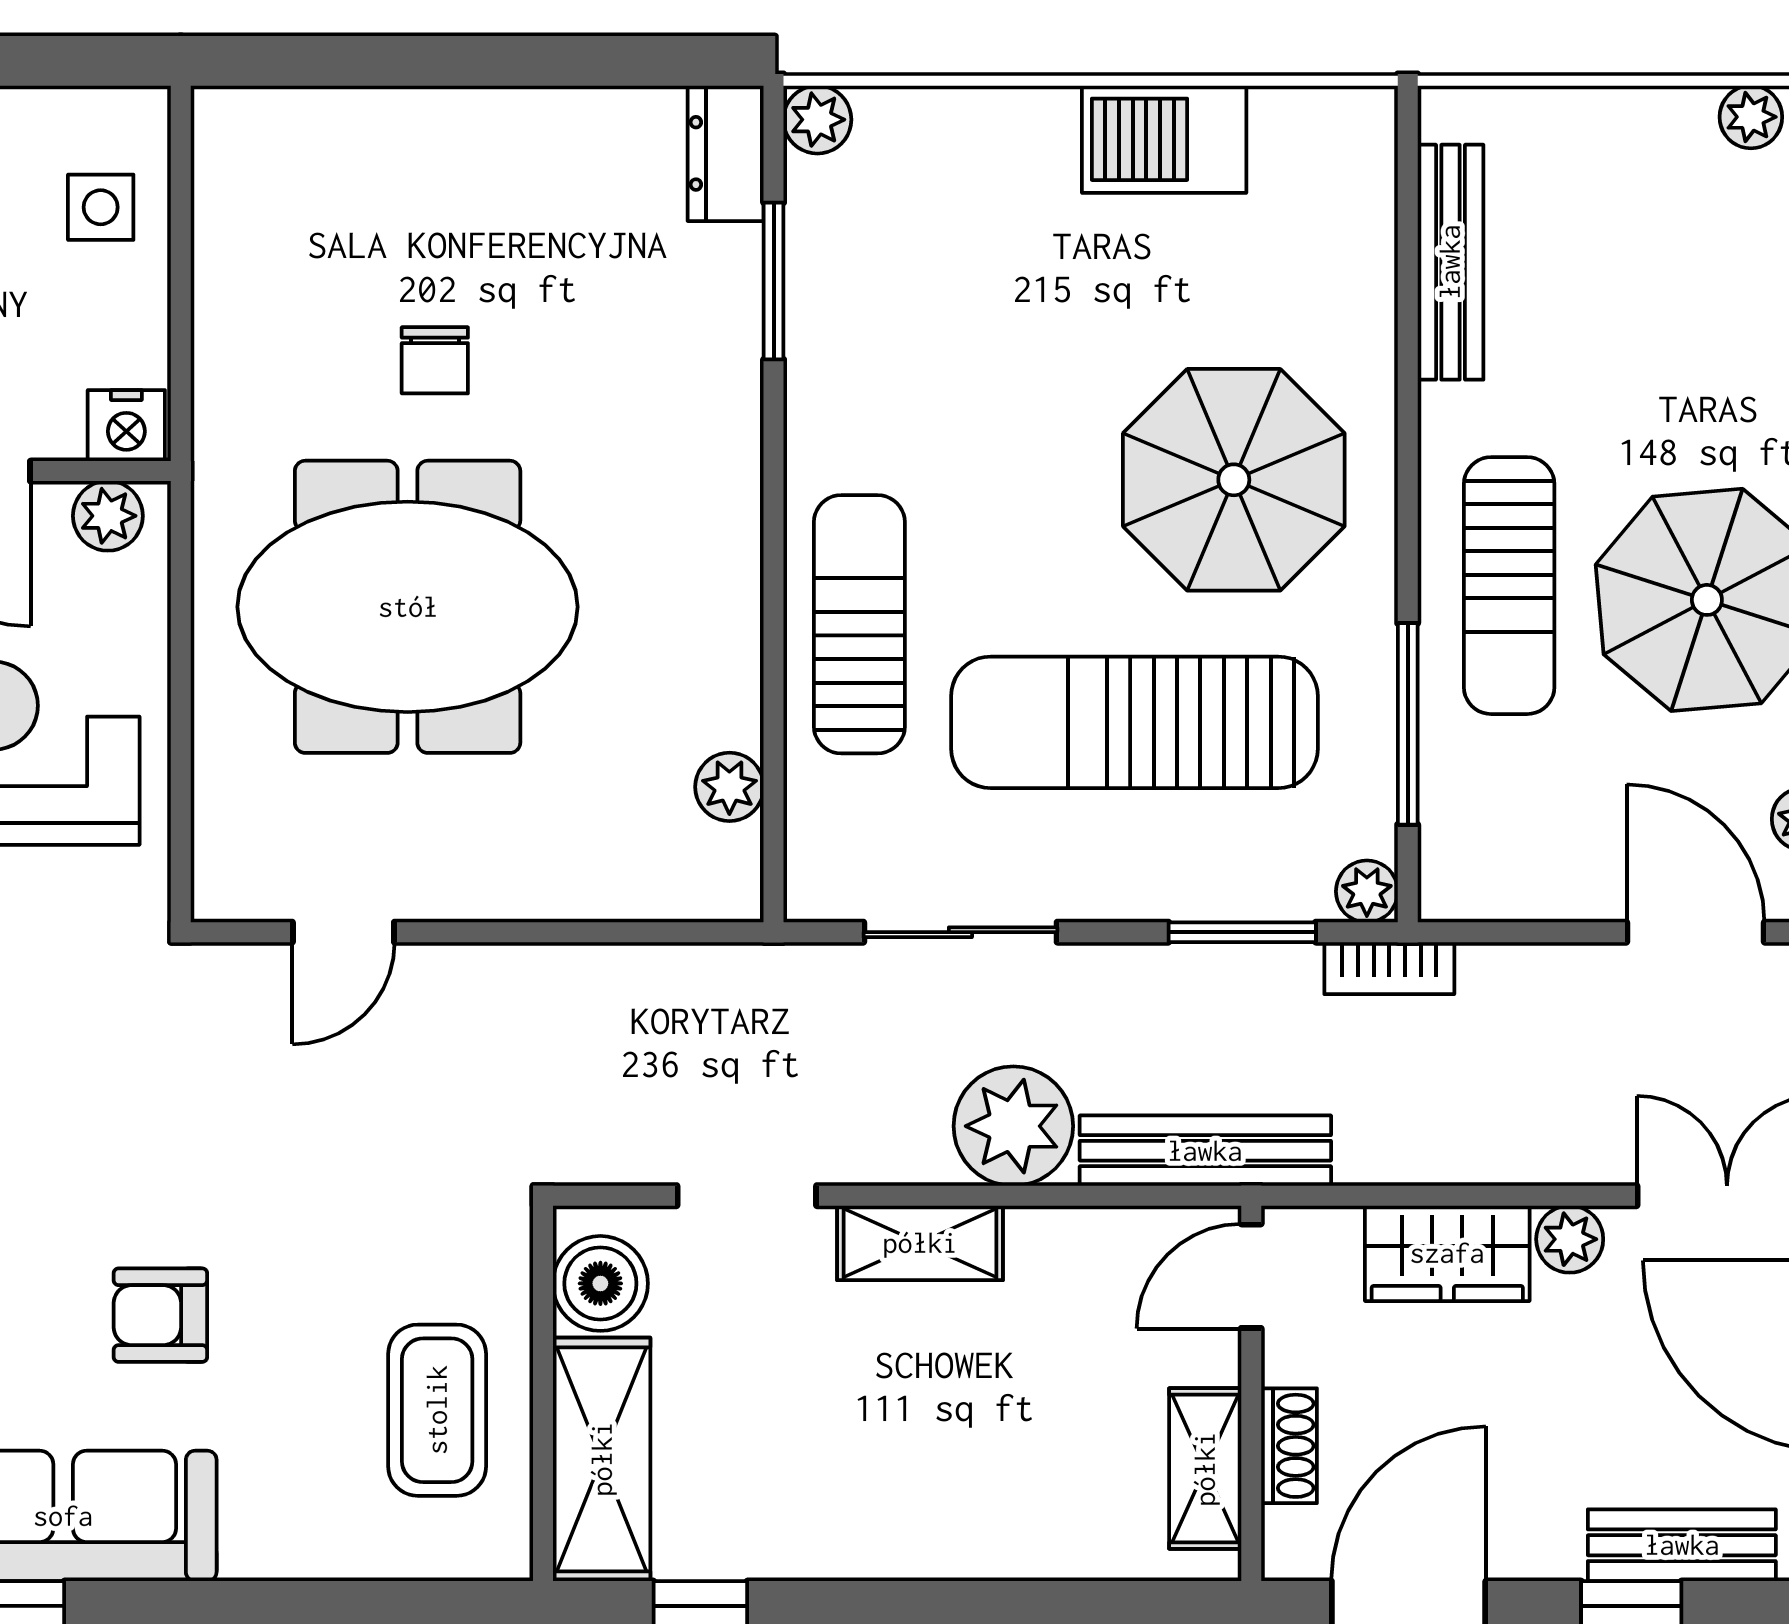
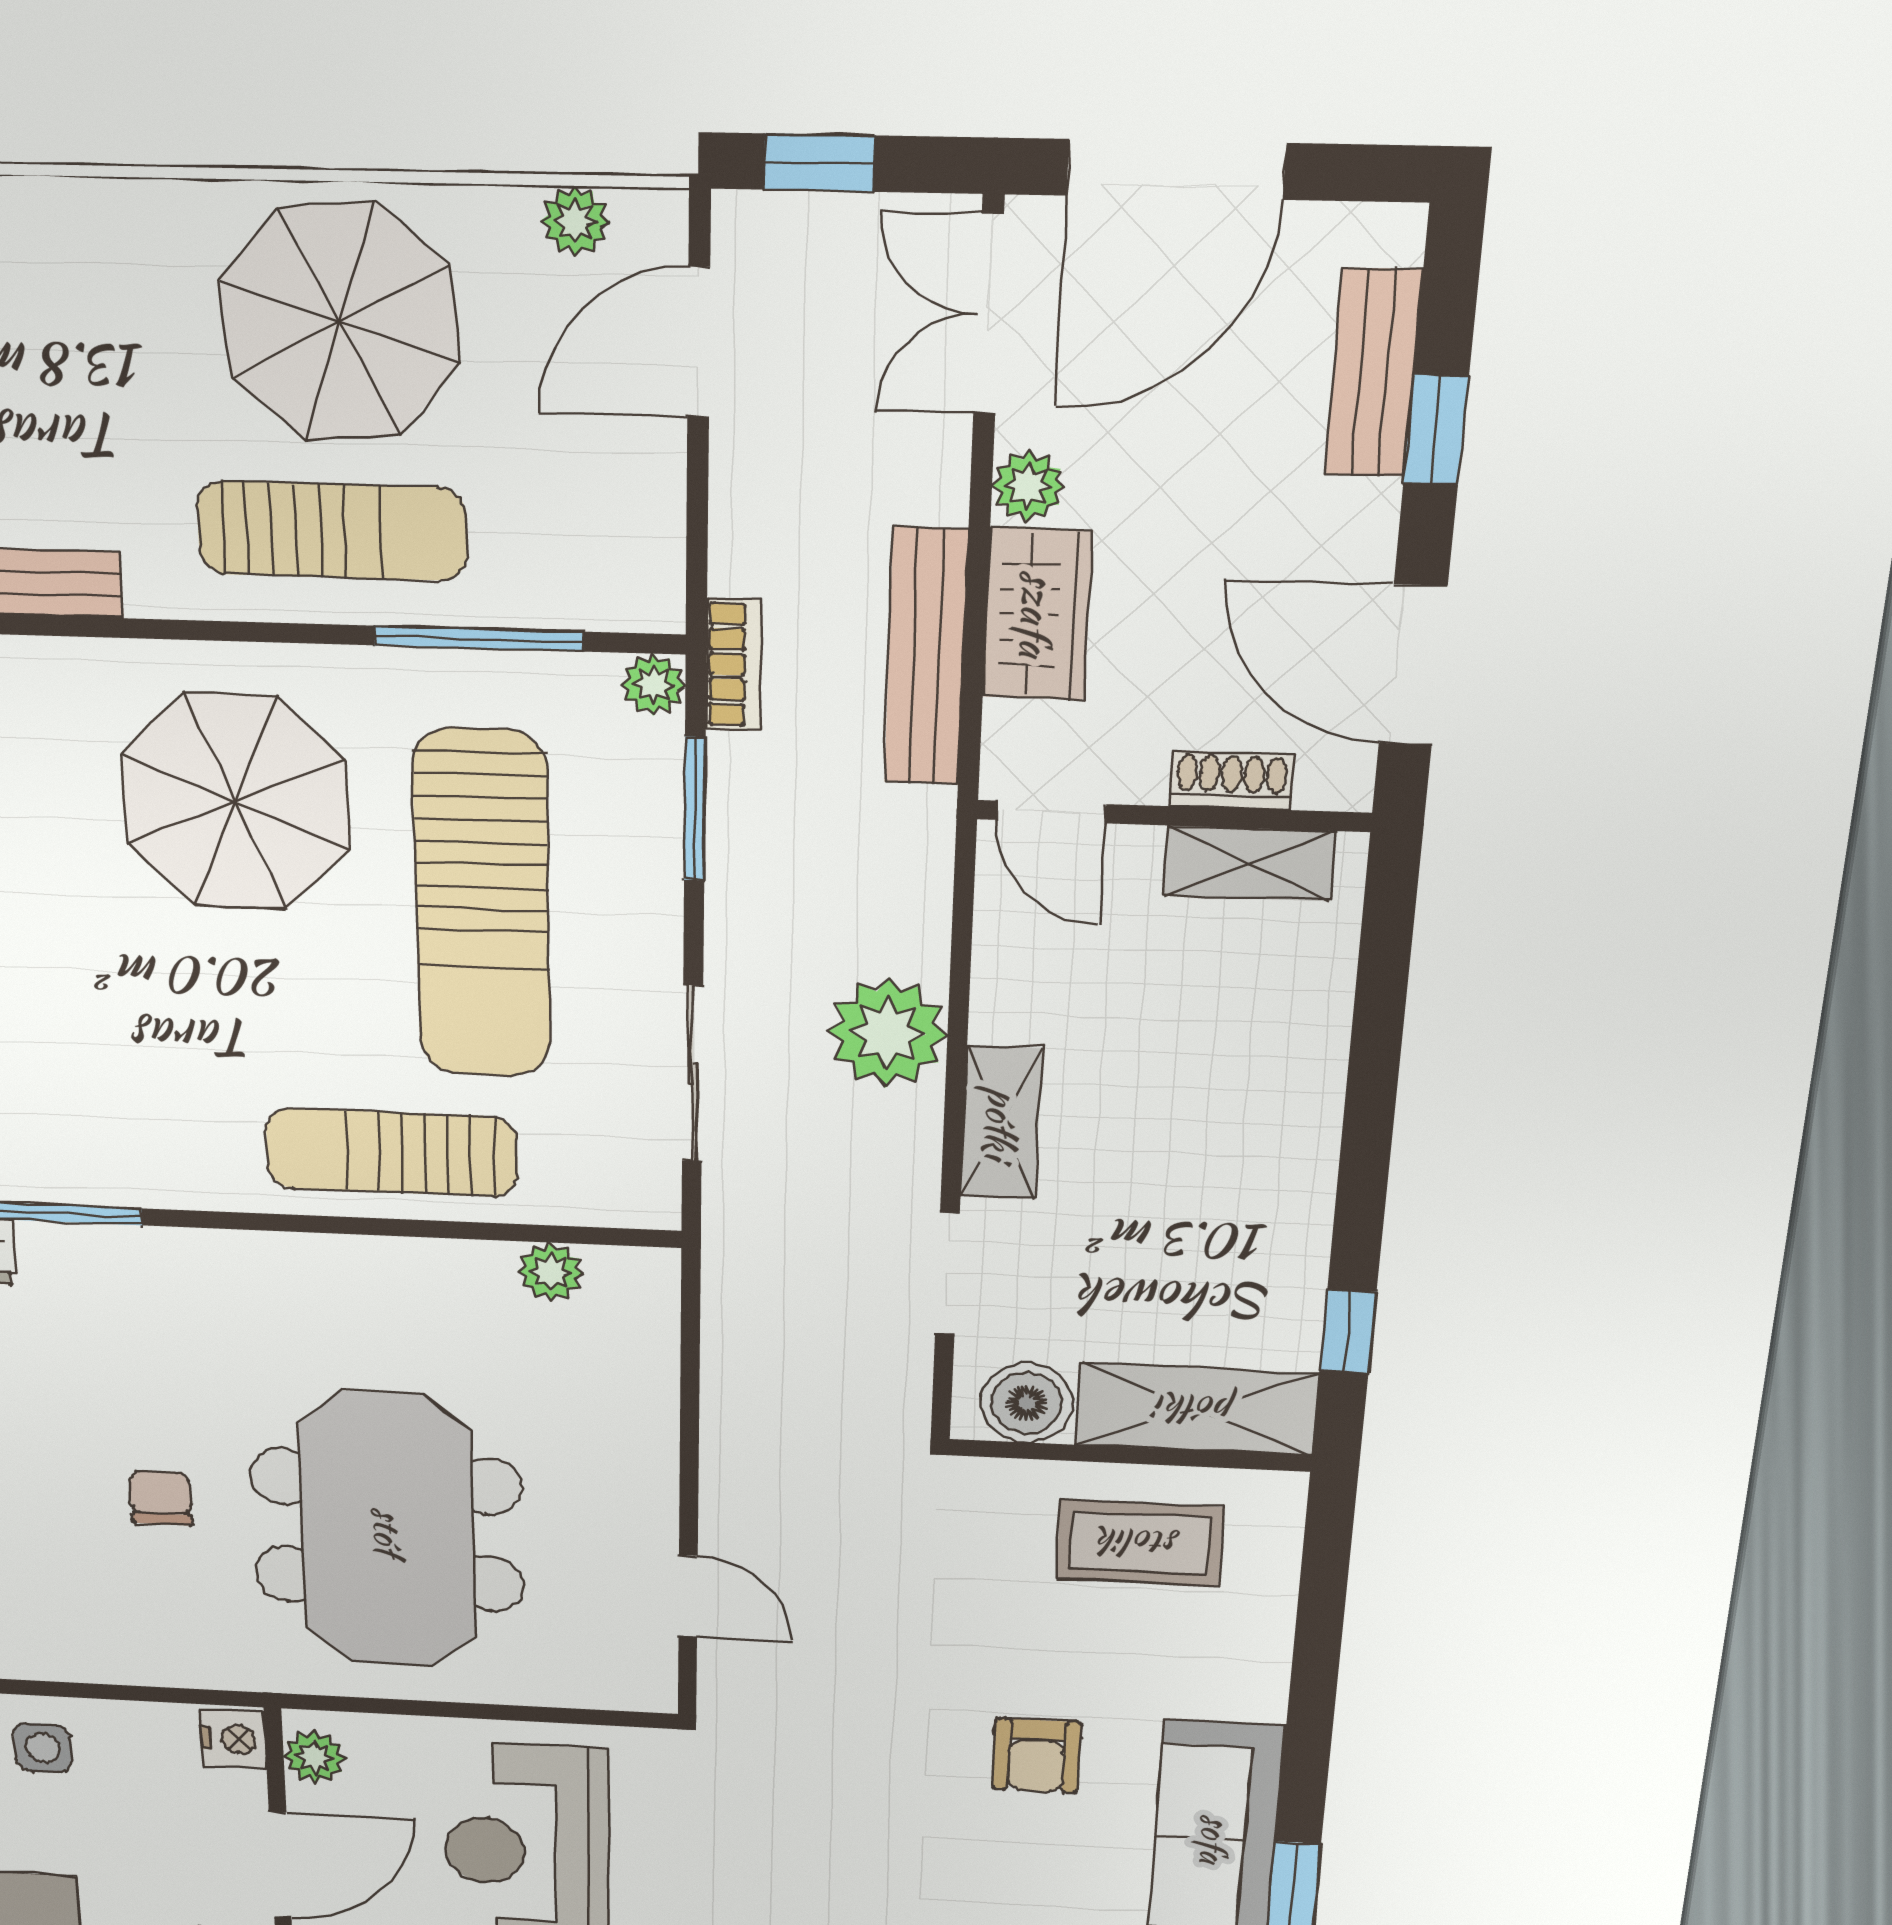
chair: (435, 360) -> (161, 1498), turned -90
bench: (1205, 1151) -> (926, 657), moved

